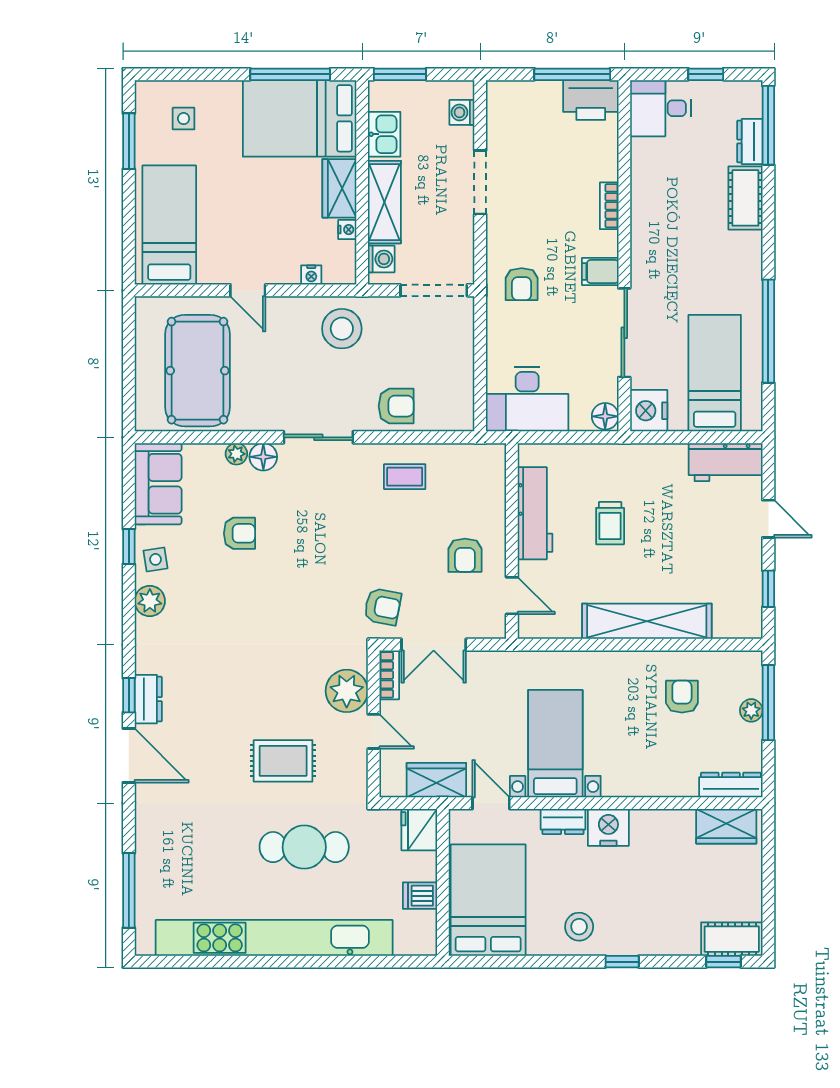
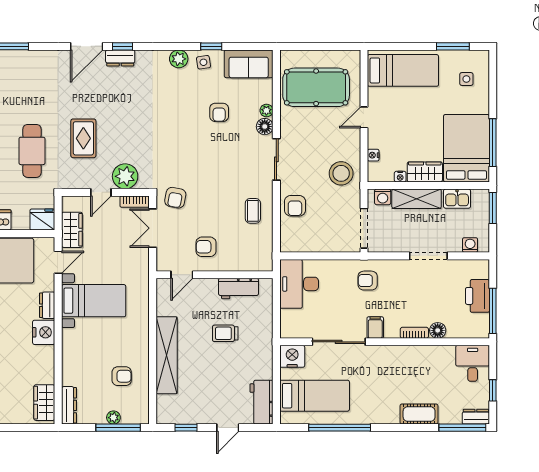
printer: (591, 100) -> (477, 296), moved
dresser: (750, 141) -> (476, 417), moved
floor lamp: (605, 416) -> (438, 330), moved
workbench: (535, 513) -> (239, 289), width x0.73

